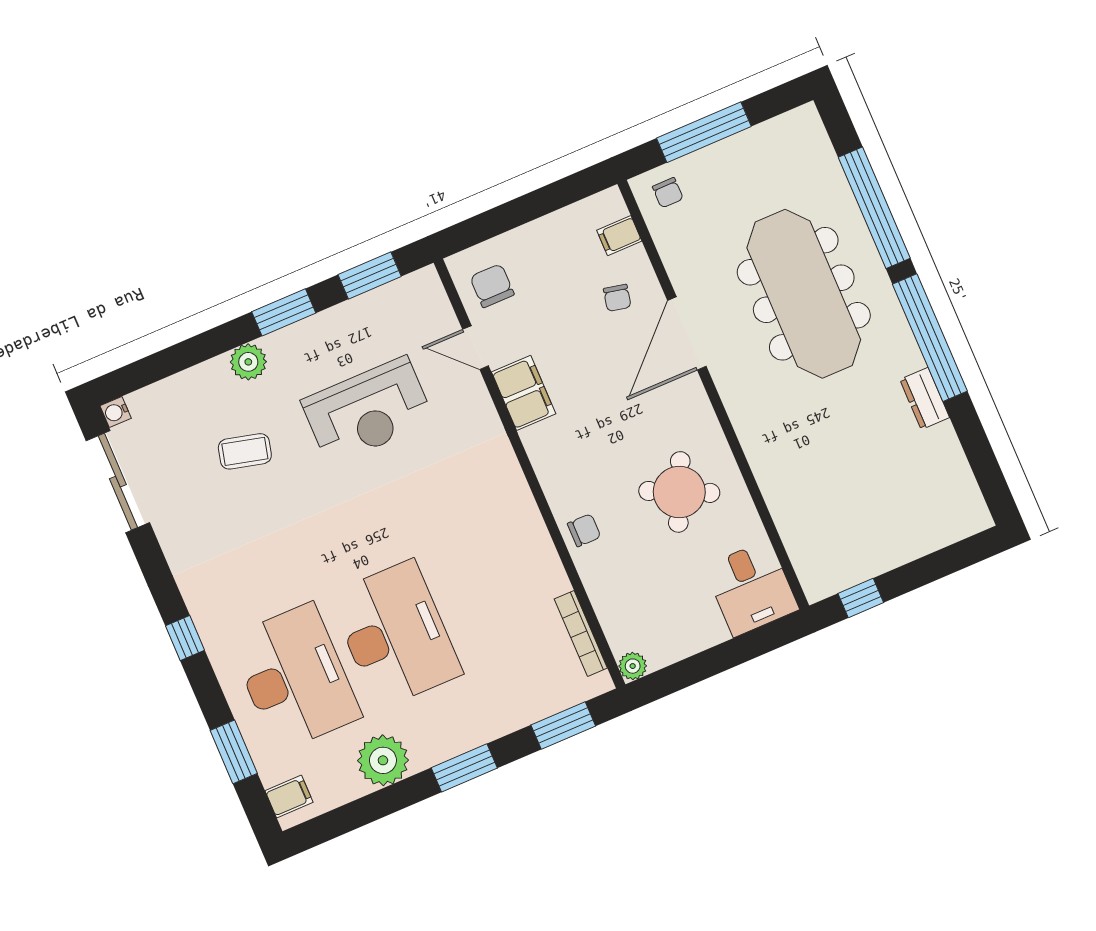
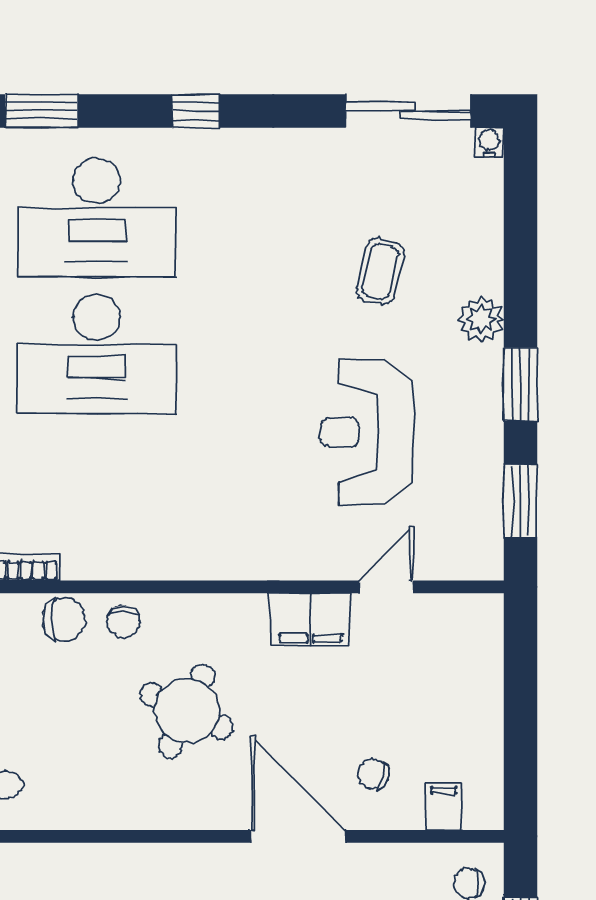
chair: (492, 286) -> (64, 619), moved
round table: (679, 492) -> (187, 711), moved

